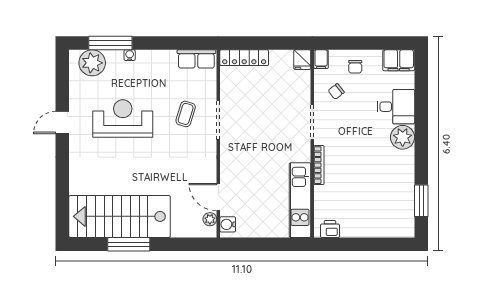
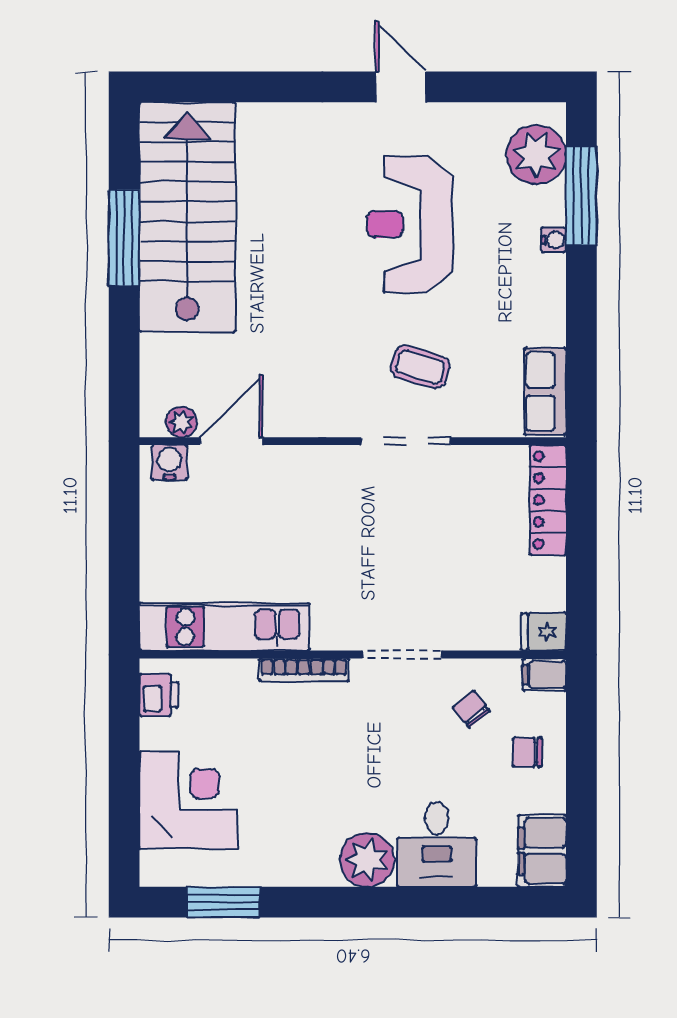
reception desk: (123, 118) -> (410, 224), turned 180
corner desk: (376, 216) -> (188, 800), added

